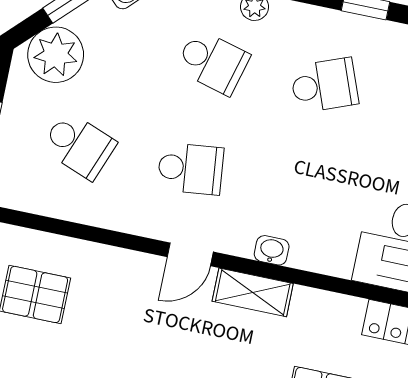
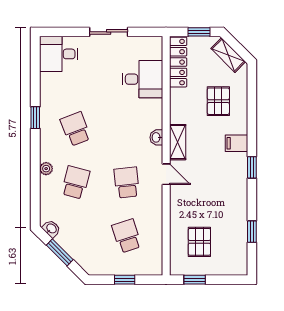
plant: (56, 55) -> (87, 255), removed
school desk: (79, 145) -> (127, 236), turned -39

